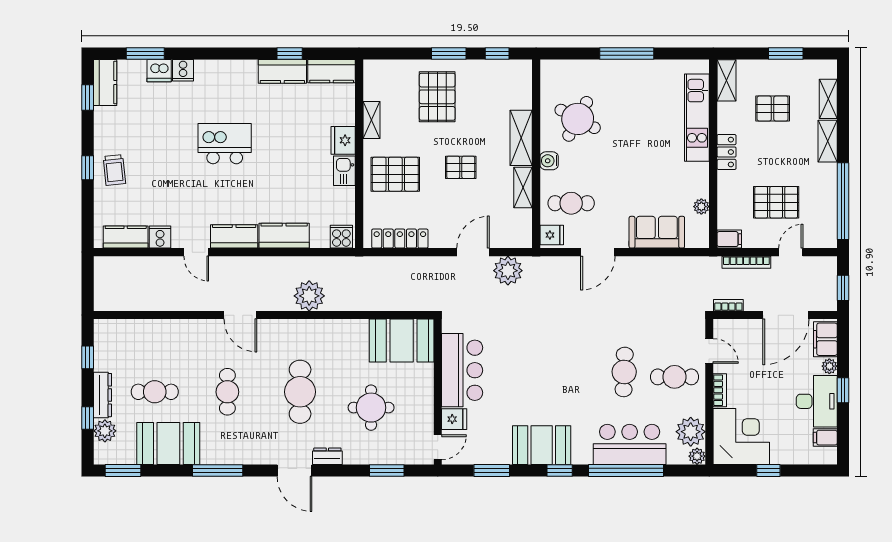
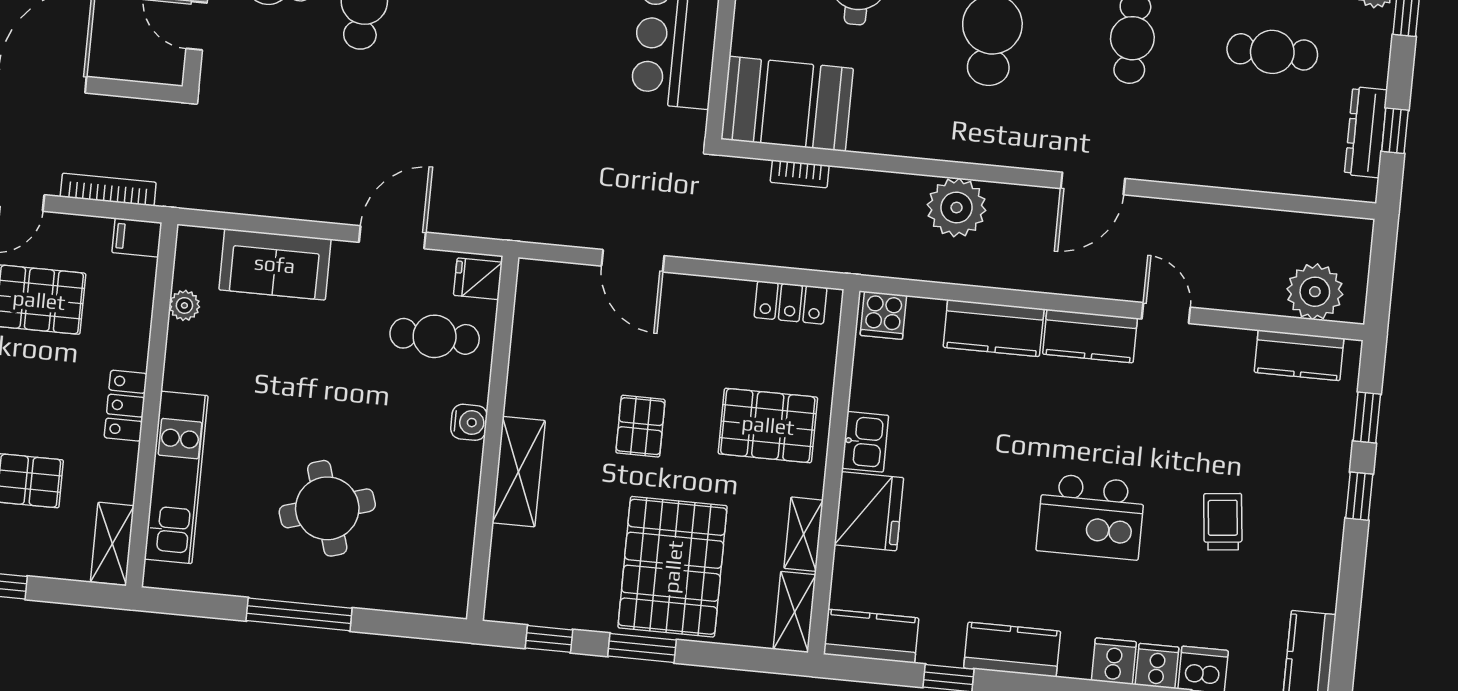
kitchen counter: (282, 71) -> (1012, 650), moved
window: (88, 97) -> (1367, 418), moved
pallet: (437, 97) -> (673, 567), width x1.37, depth x1.41
round table: (578, 119) -> (327, 508), moved, turned 45
fridge: (343, 140) -> (869, 511), width x1.36, depth x1.34
pallet: (461, 167) -> (640, 426), turned 90
trolley: (114, 170) -> (1223, 522), moved
shelving: (523, 188) -> (794, 612), moved
cooker: (160, 237) -> (1114, 661), moved, turned 180
locker: (400, 239) -> (790, 303), width x0.66
door: (473, 252) -> (633, 261), hinge flipped
plant: (508, 271) -> (1315, 292), moved
bookcase: (728, 305) -> (800, 174), moved
door: (240, 315) -> (1093, 183), swing flipped
dresser: (103, 395) -> (1366, 132), moved

